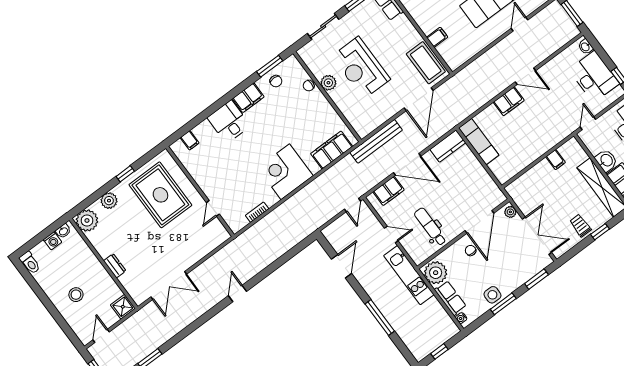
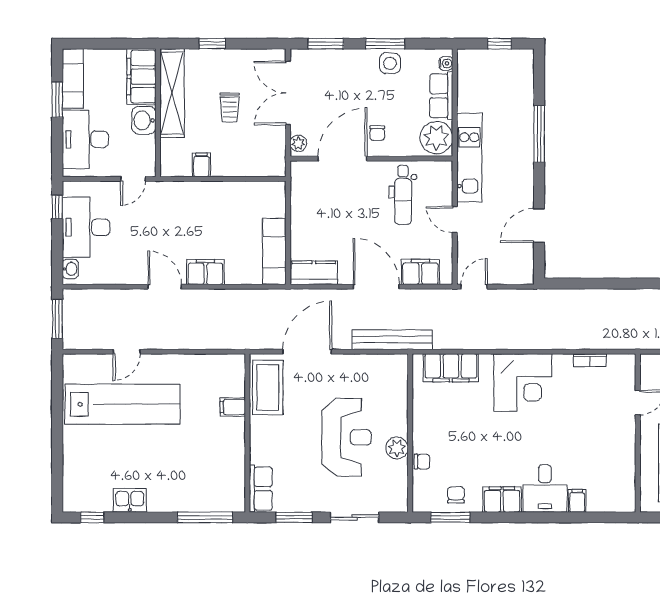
filing cabinet: (190, 140) -> (577, 501), moved
trolley: (580, 226) -> (230, 107), moved

